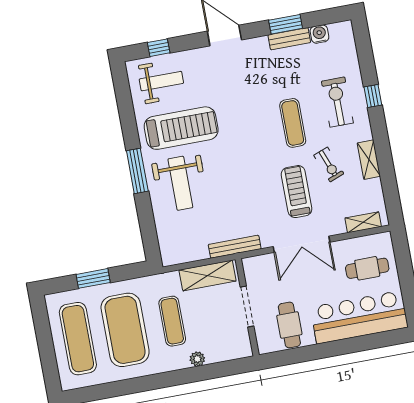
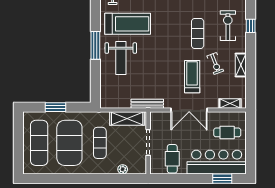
window: (373, 341) -> (222, 179), added
plant: (197, 359) -> (123, 169), moved

